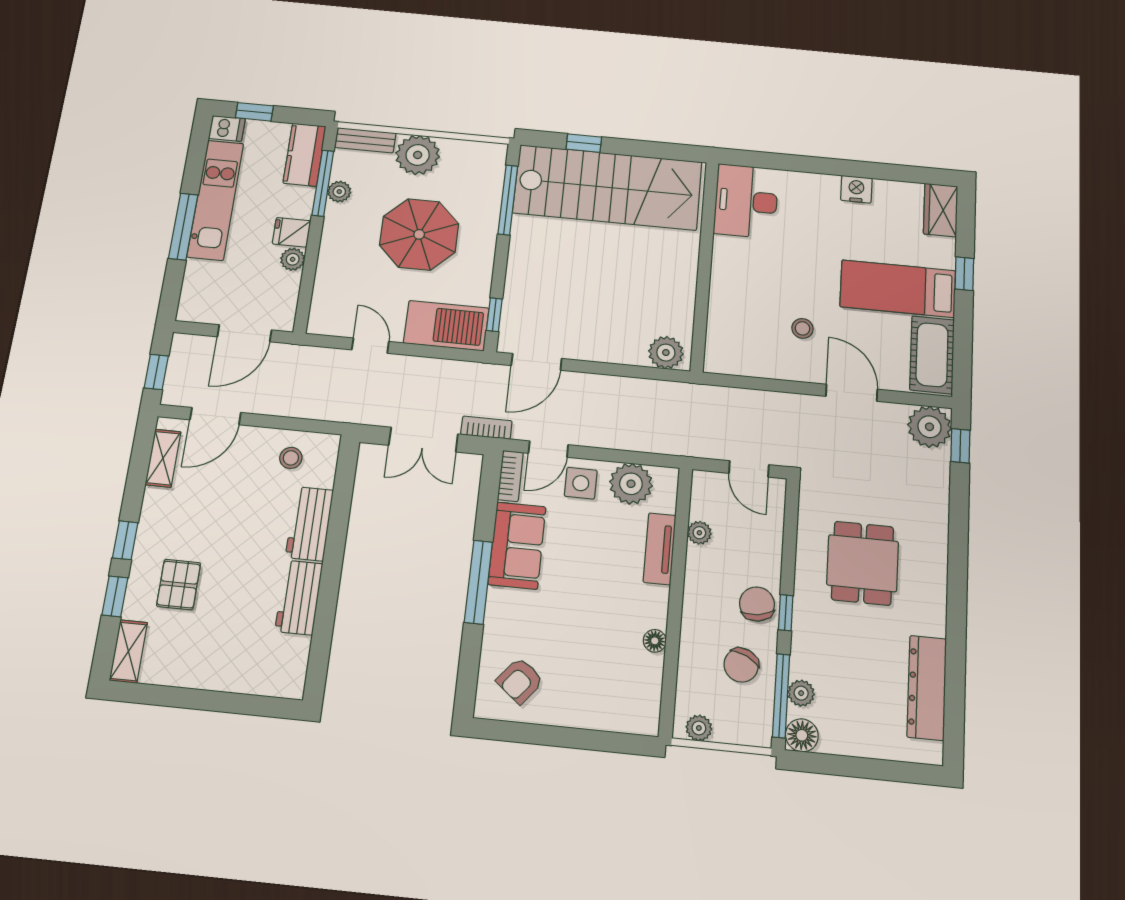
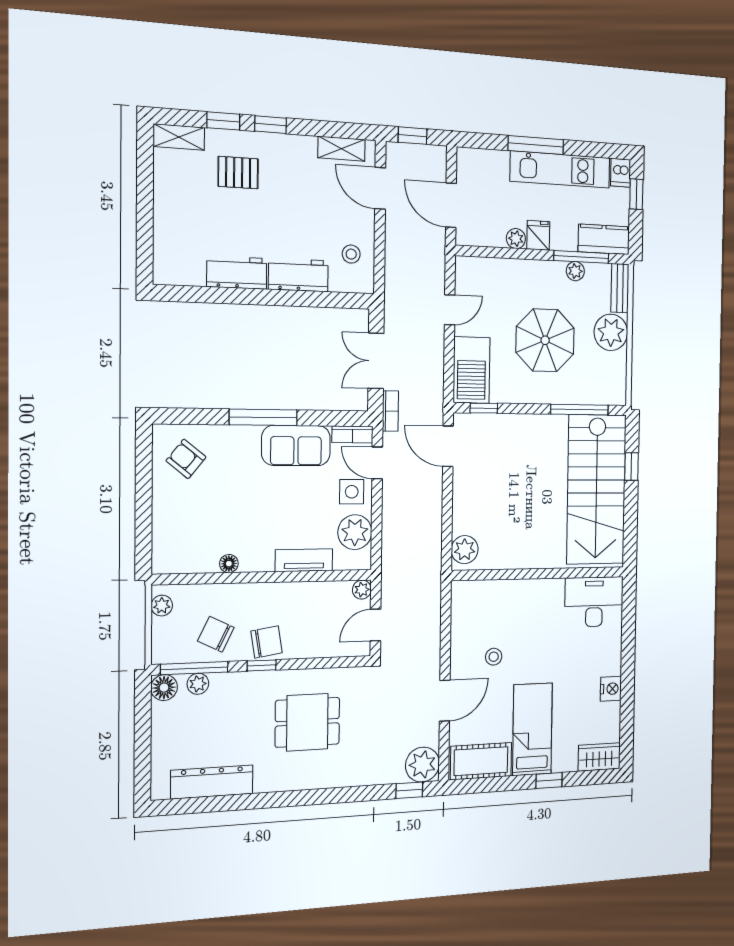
plant: (699, 533) -> (362, 590), moved

